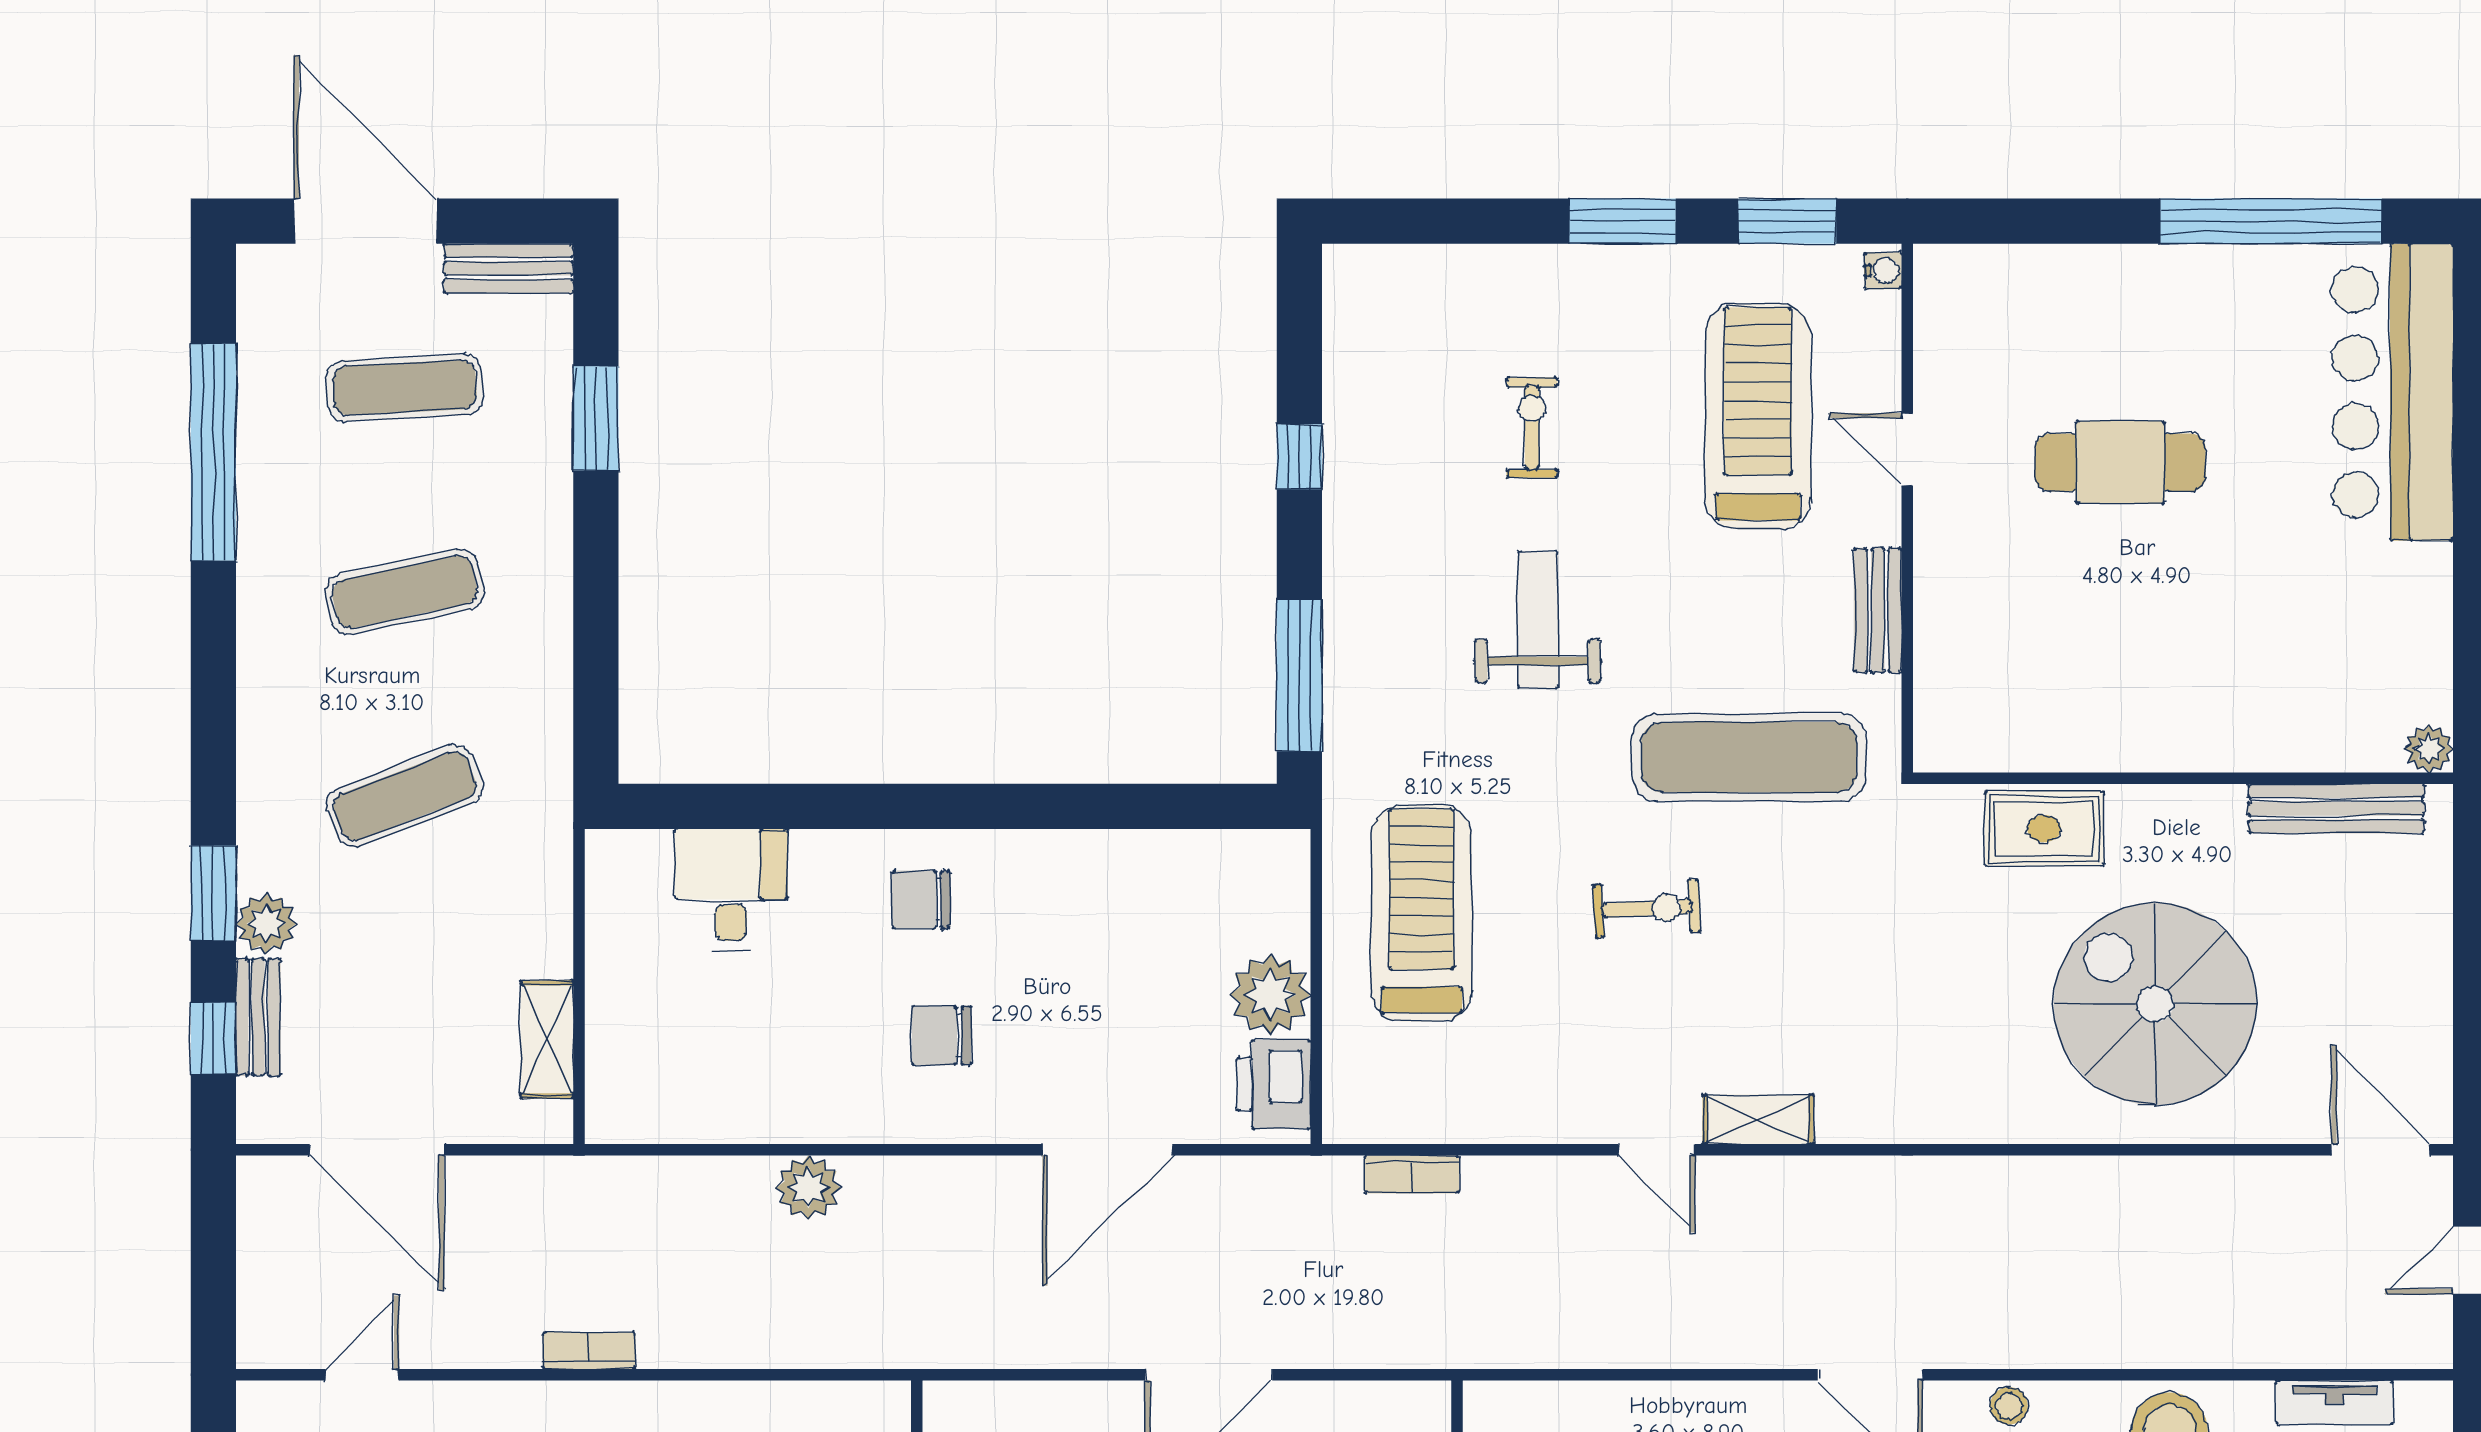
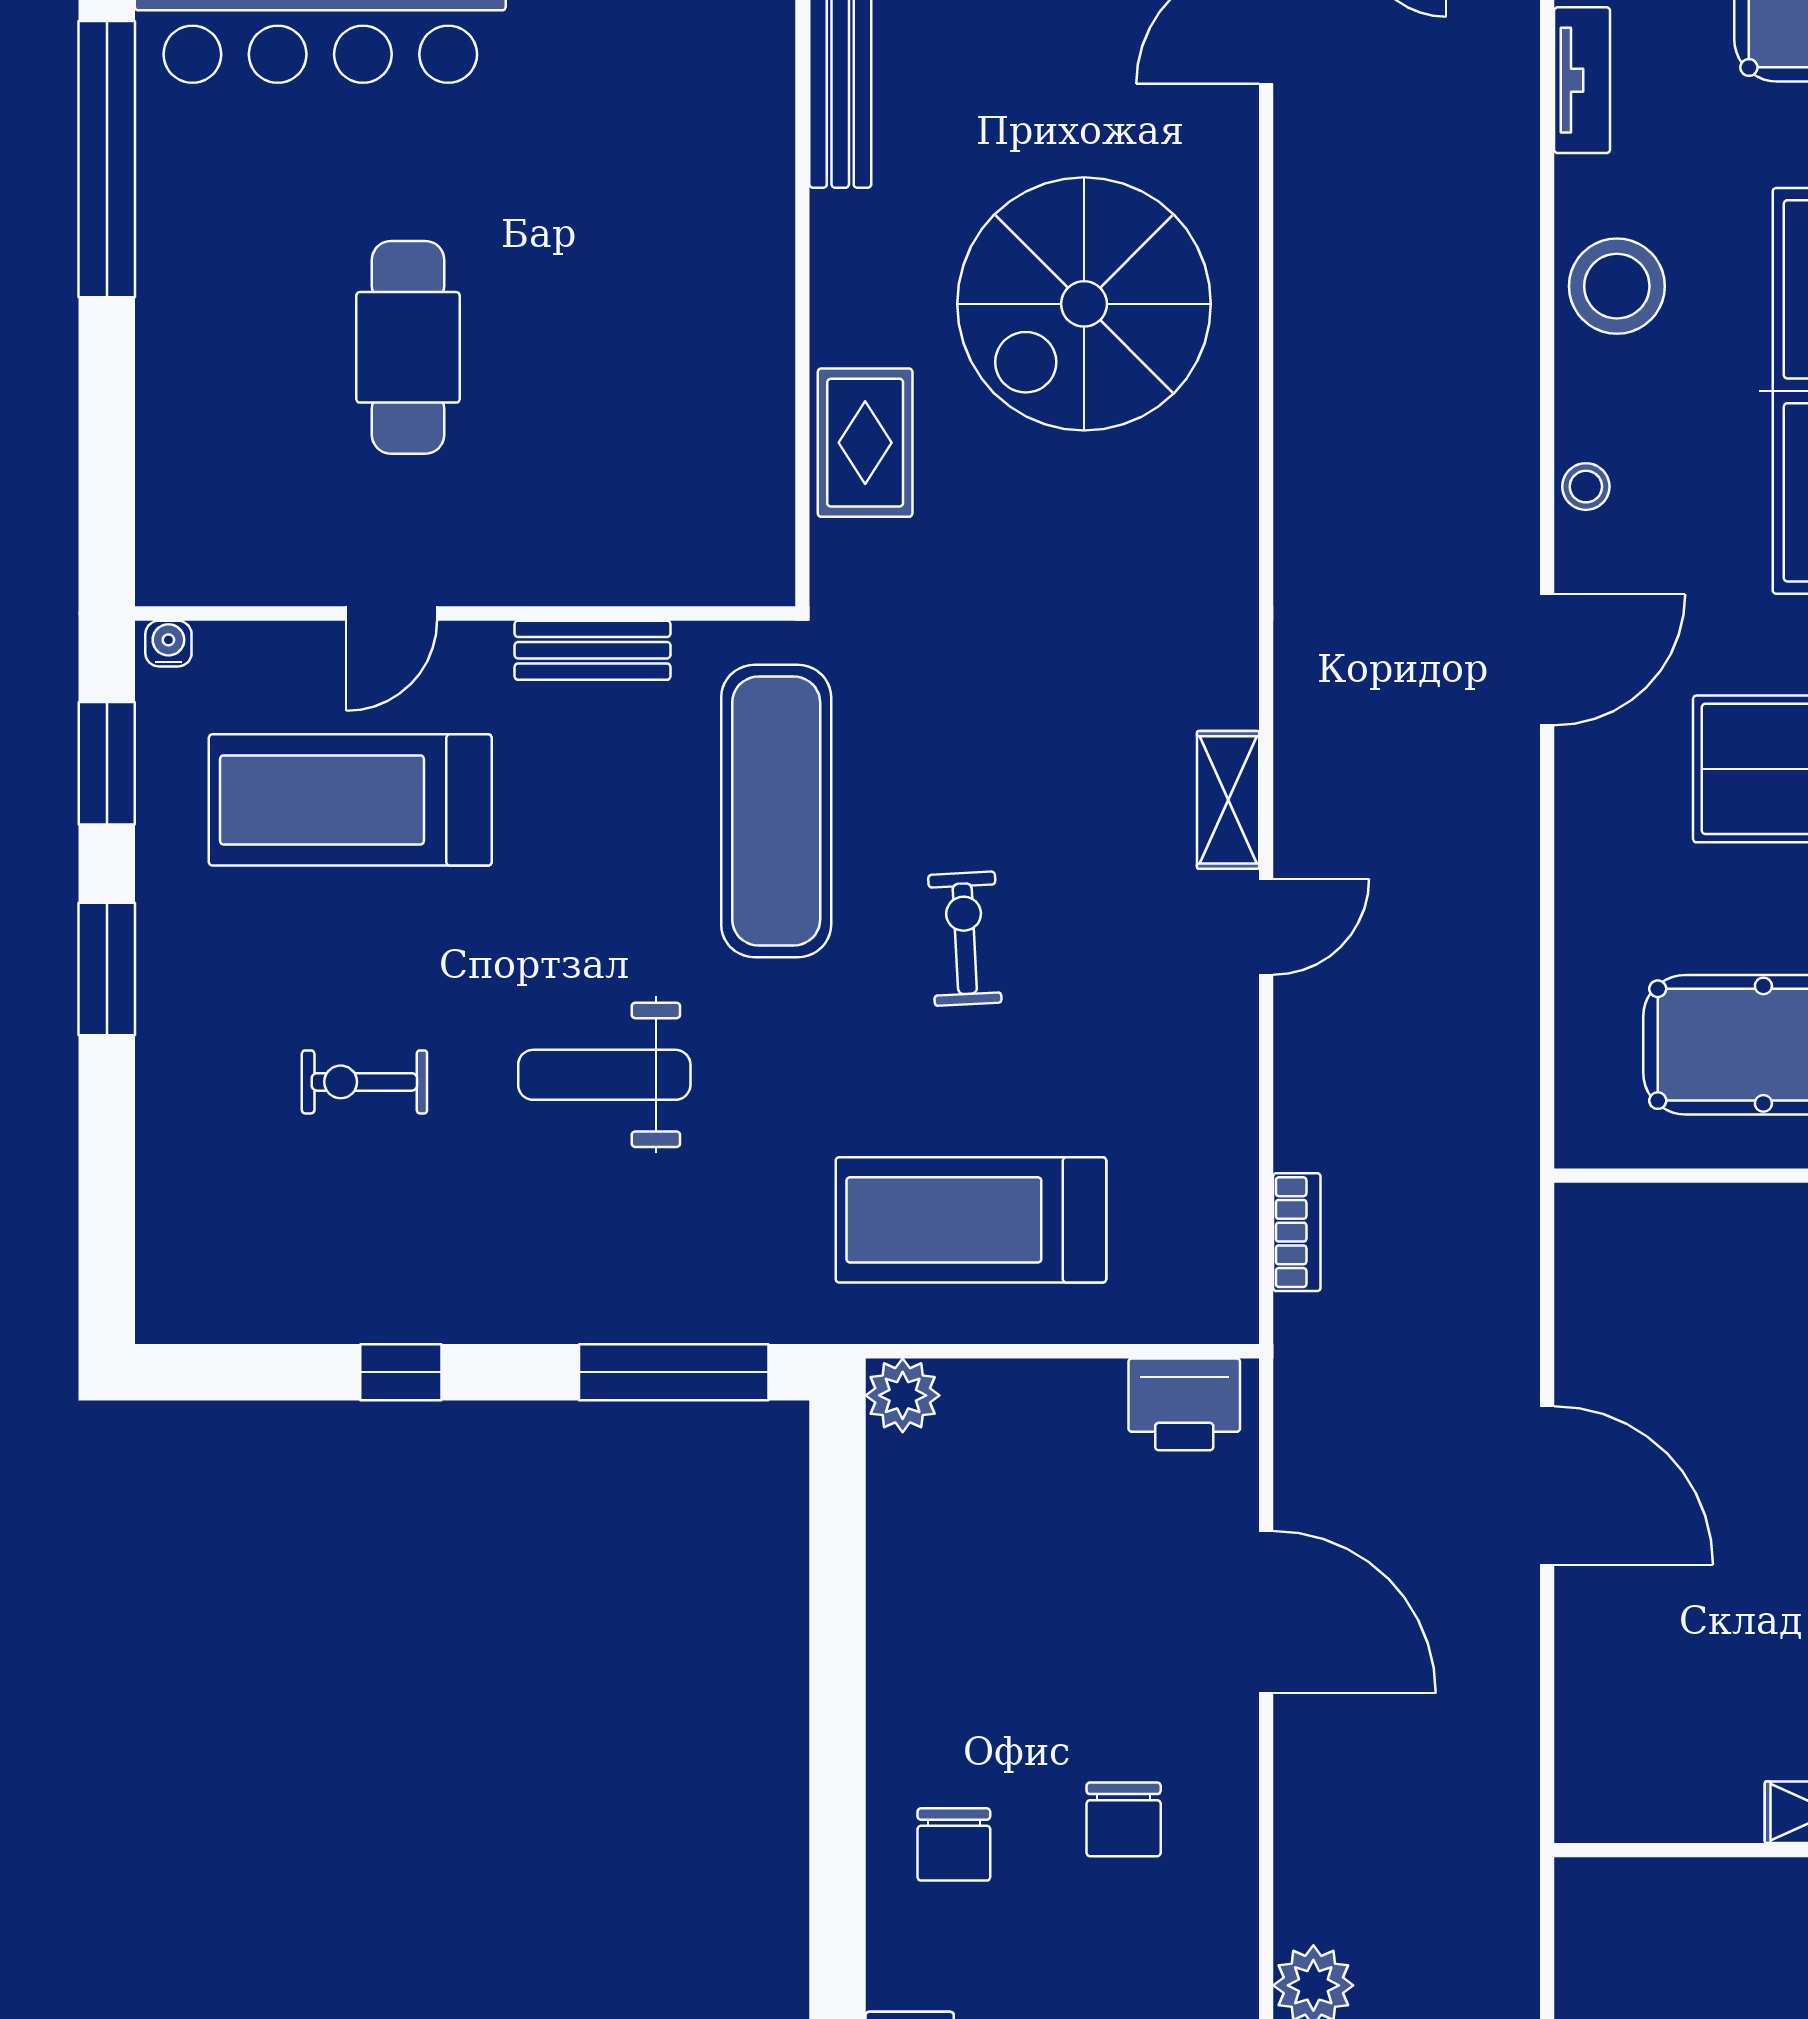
plant: (1270, 995) -> (903, 1395), moved, width x0.73, depth x0.73

